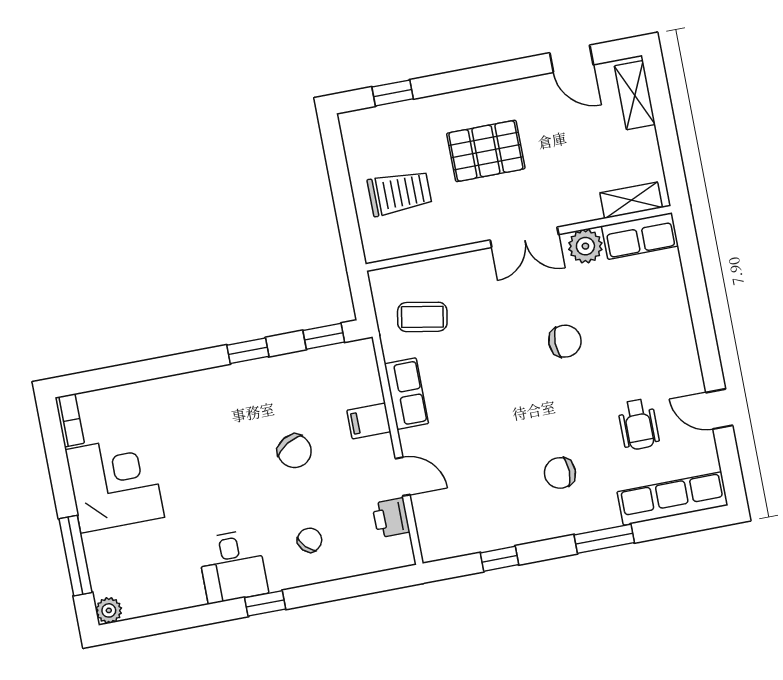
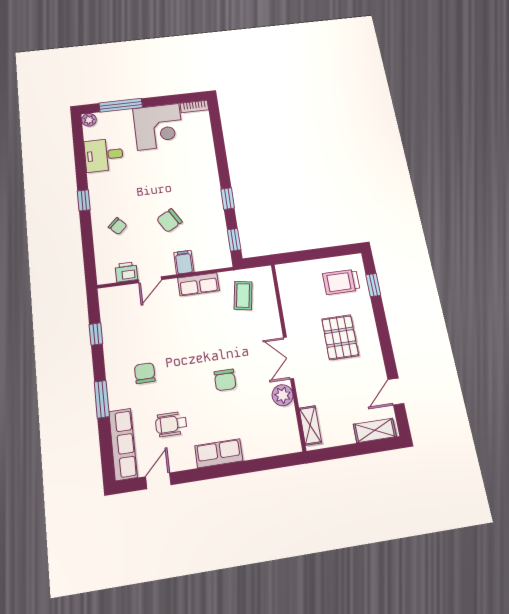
trolley: (400, 193) -> (341, 282), moved, turned 90
row of seats: (640, 236) -> (219, 453), moved, turned 90
door: (719, 409) -> (158, 481), moved
desk: (232, 566) -> (104, 155), moved

